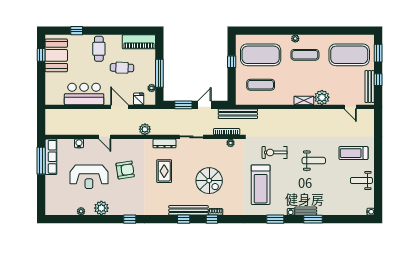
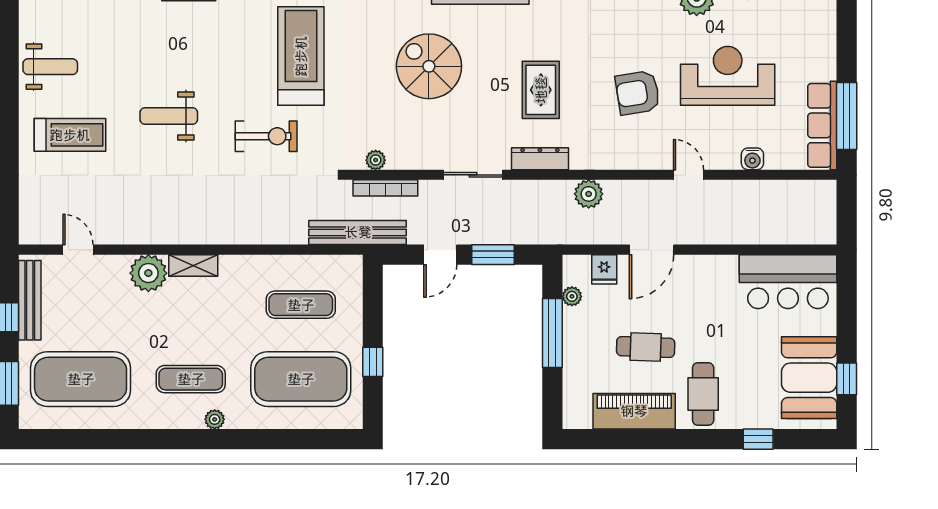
piano: (139, 42) -> (634, 411), moved
bar counter: (84, 94) -> (788, 282), moved
door: (120, 107) -> (652, 250), hinge flipped

